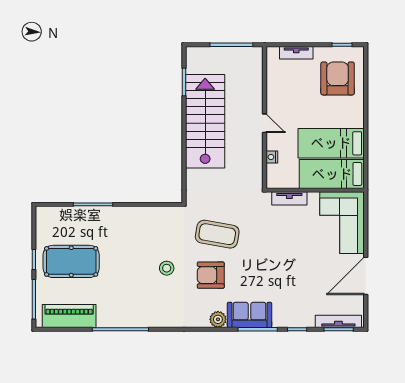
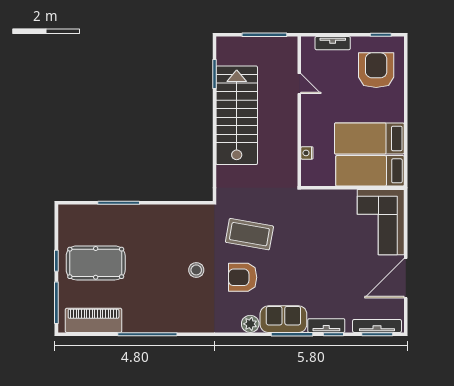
door: (265, 123) -> (299, 84), moved
tv unit: (289, 198) -> (326, 326), moved, turned 180

